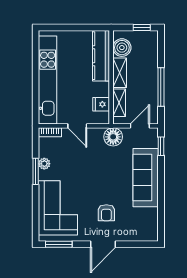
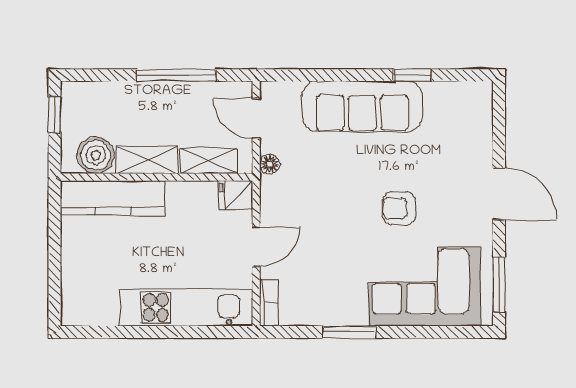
kitchen unit: (48, 80) -> (186, 307), width x0.73
fridge: (101, 104) -> (236, 195), moved, turned 90
floor lamp: (113, 137) -> (270, 164), width x0.53, depth x0.53
window: (161, 146) -> (413, 75), moved
plant: (44, 164) -> (334, 314), removed
armchair: (106, 213) -> (399, 208), moved, turned 180

